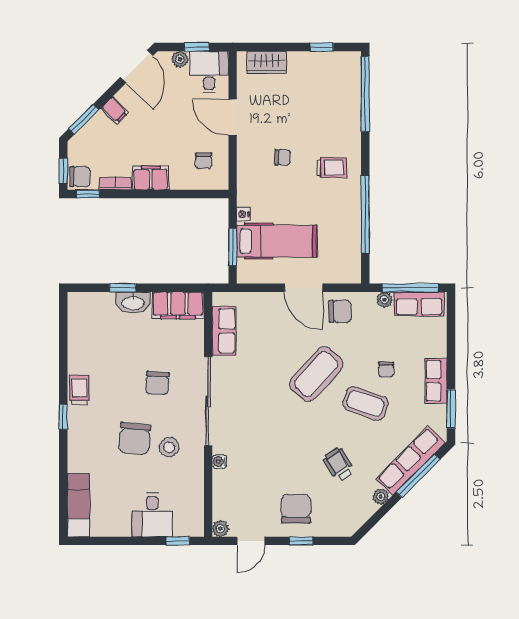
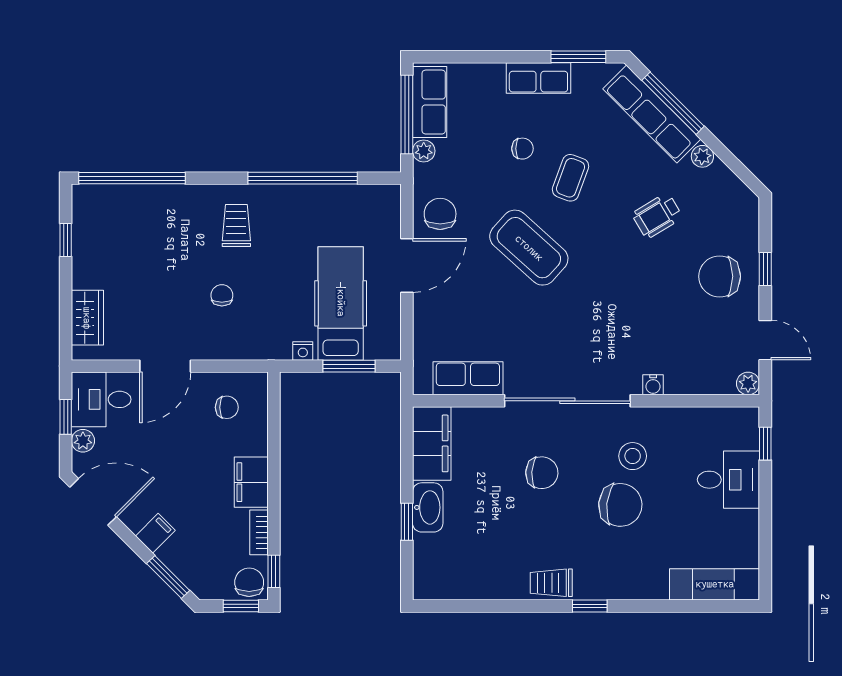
coffee table: (366, 403) -> (571, 178), width x0.73, depth x0.77

